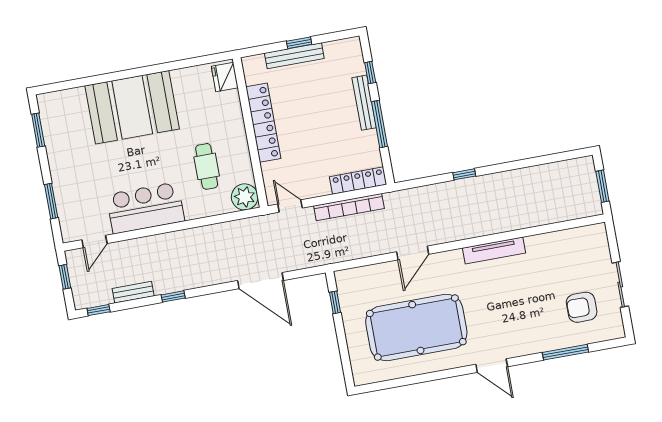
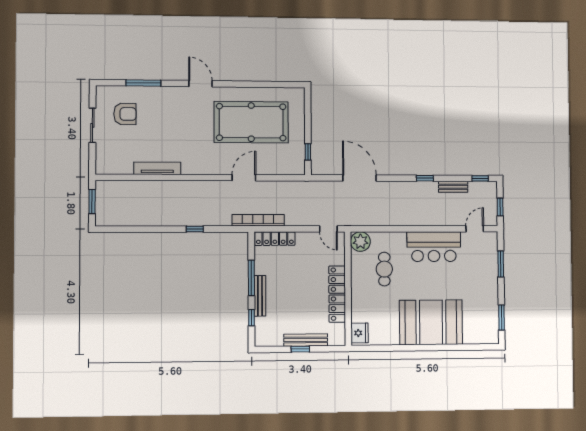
bookcase: (349, 207) -> (258, 220), moved
tv unit: (494, 250) -> (157, 168), moved

